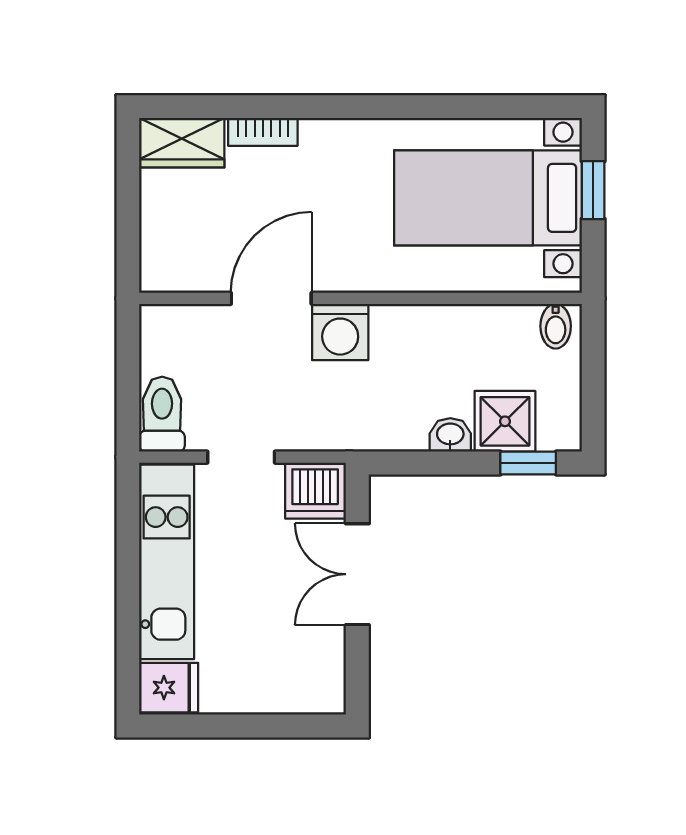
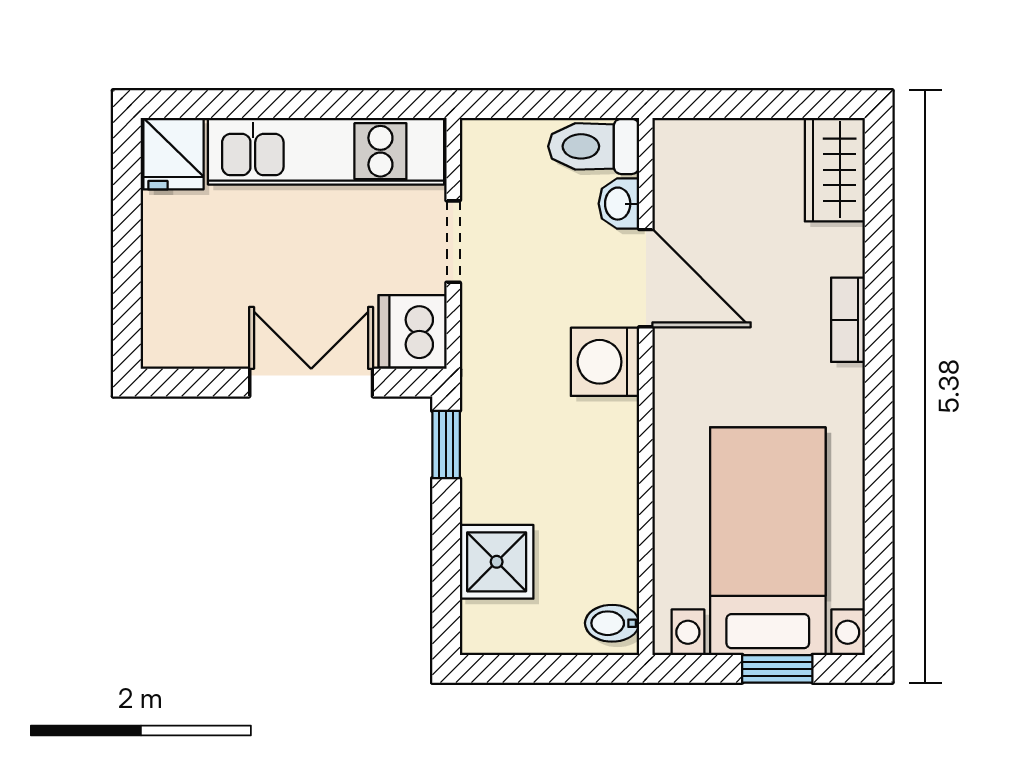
bookcase: (263, 132) -> (848, 320), moved
toilet: (162, 414) -> (594, 146), moved, turned 180
washbasin: (450, 435) -> (619, 204), moved, turned 180
window: (528, 463) -> (446, 445), moved

